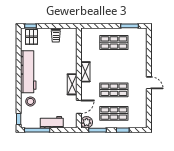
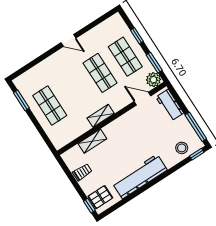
door: (149, 83) -> (68, 40), swing flipped
shelving: (72, 84) -> (92, 141), moved
stool: (30, 101) -> (182, 148), moved
workbench: (52, 122) -> (170, 105), moved

